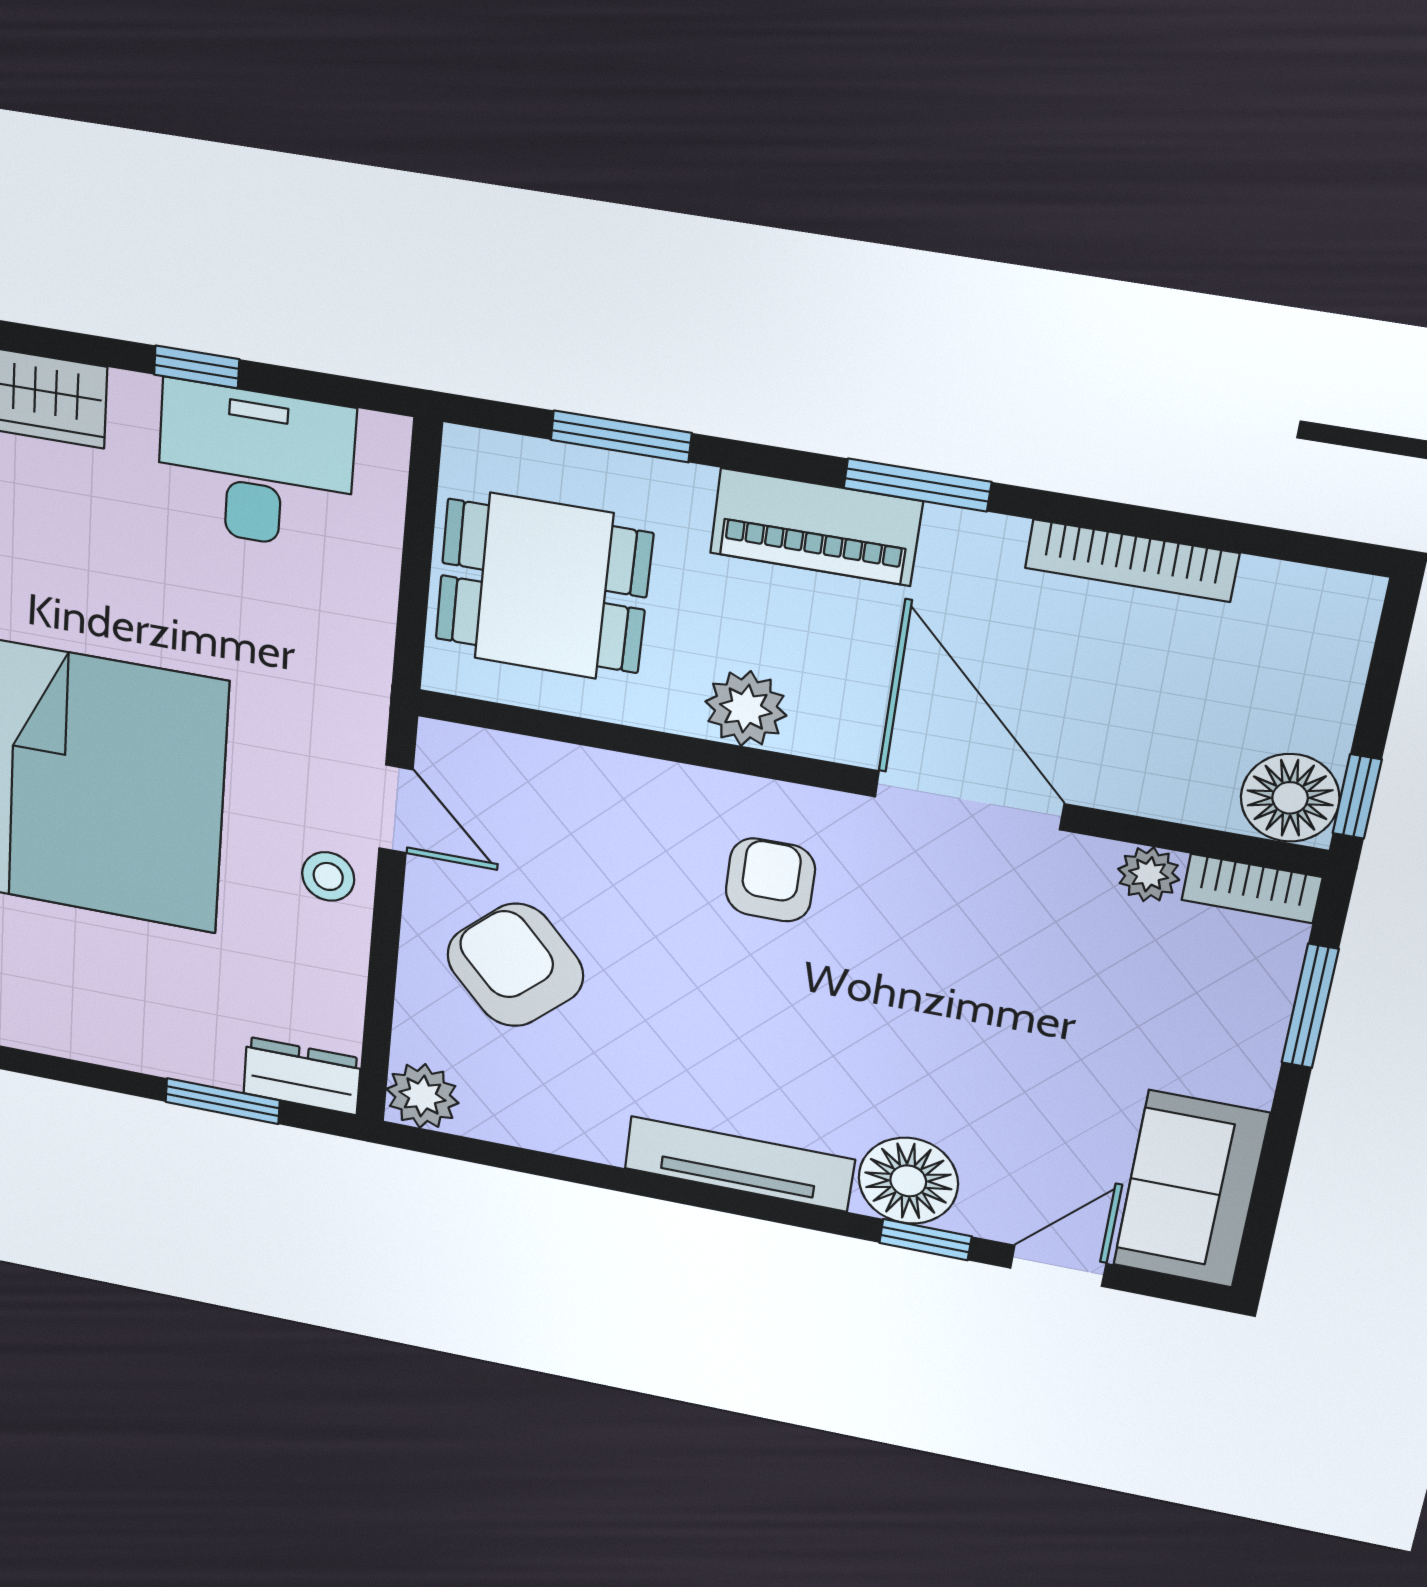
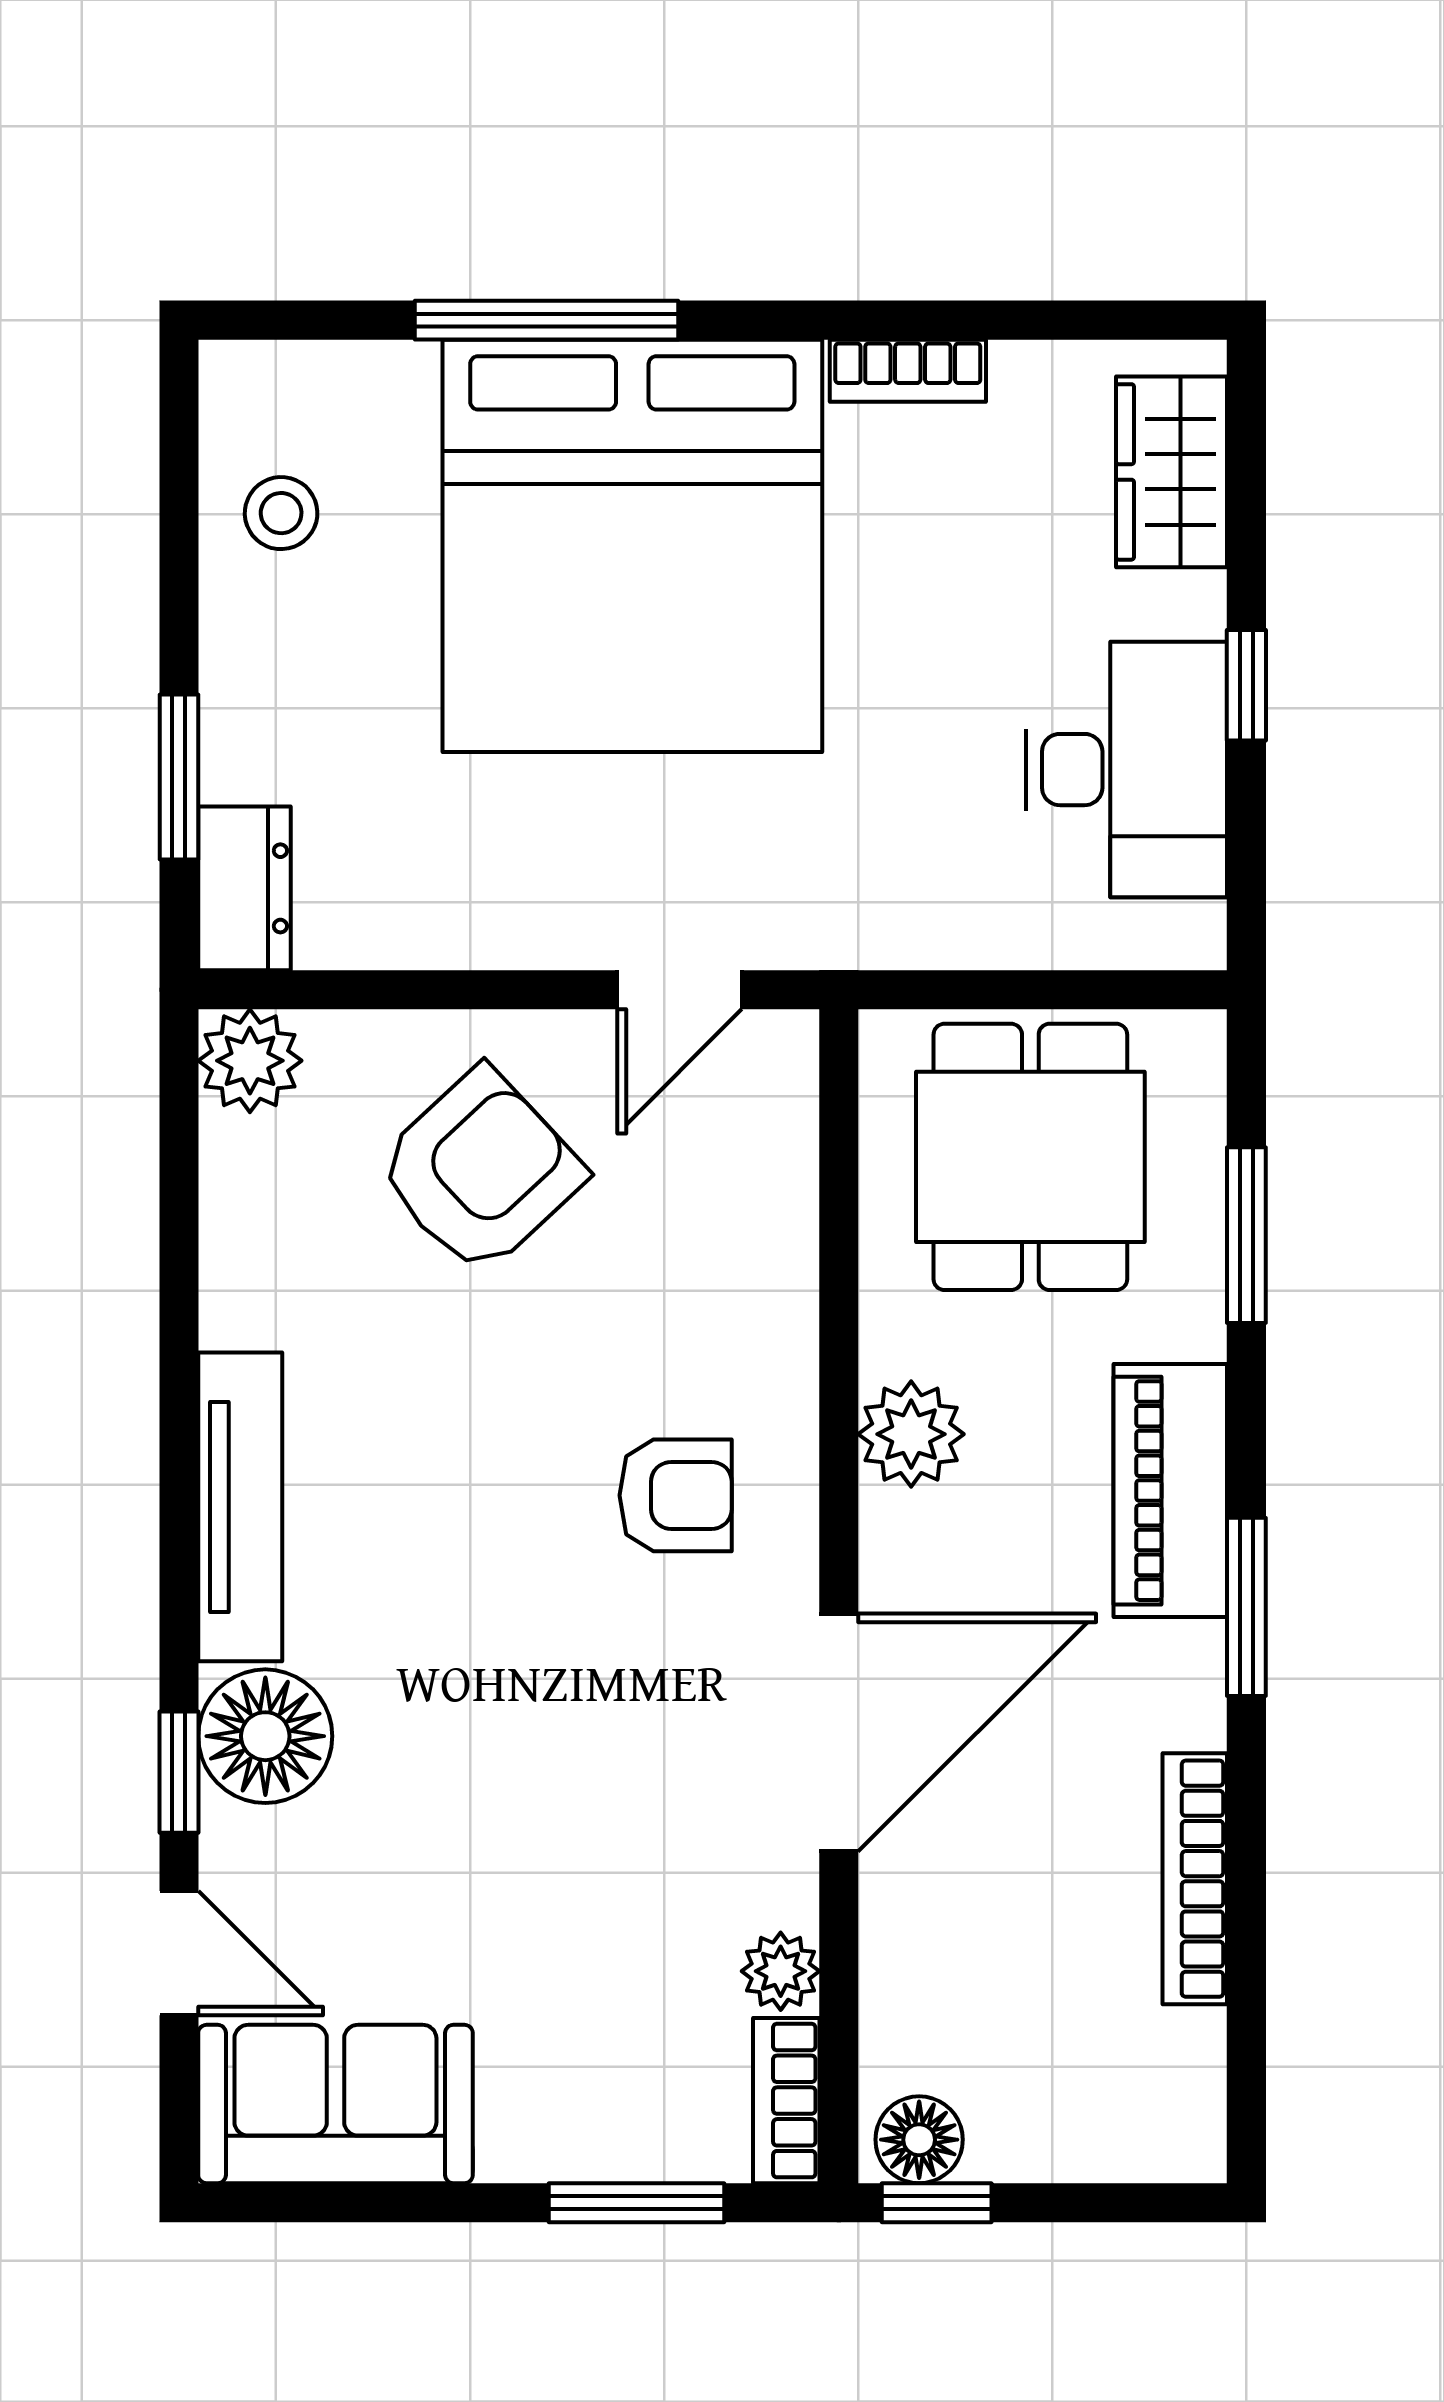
floor lamp: (1290, 798) -> (919, 2140), width x0.73, depth x0.73
stool: (328, 876) -> (281, 513), moved

